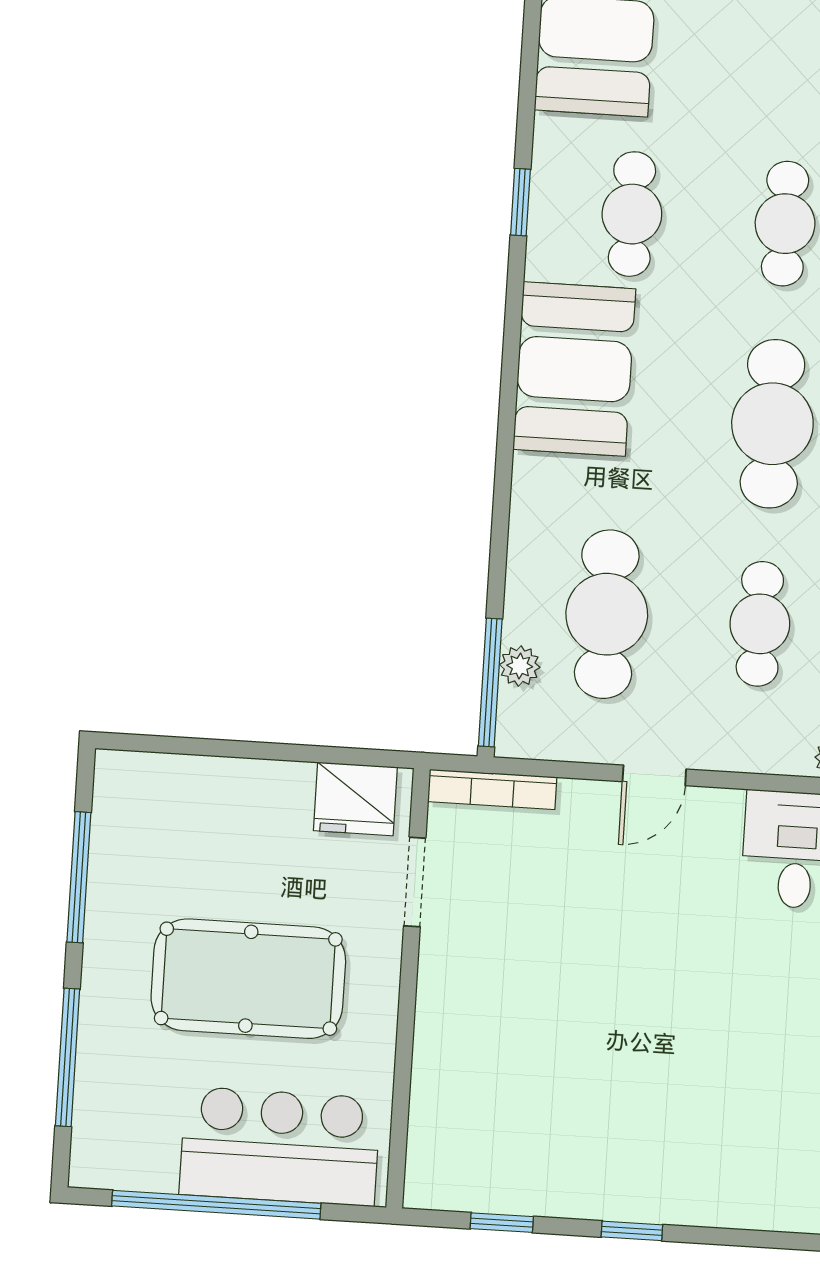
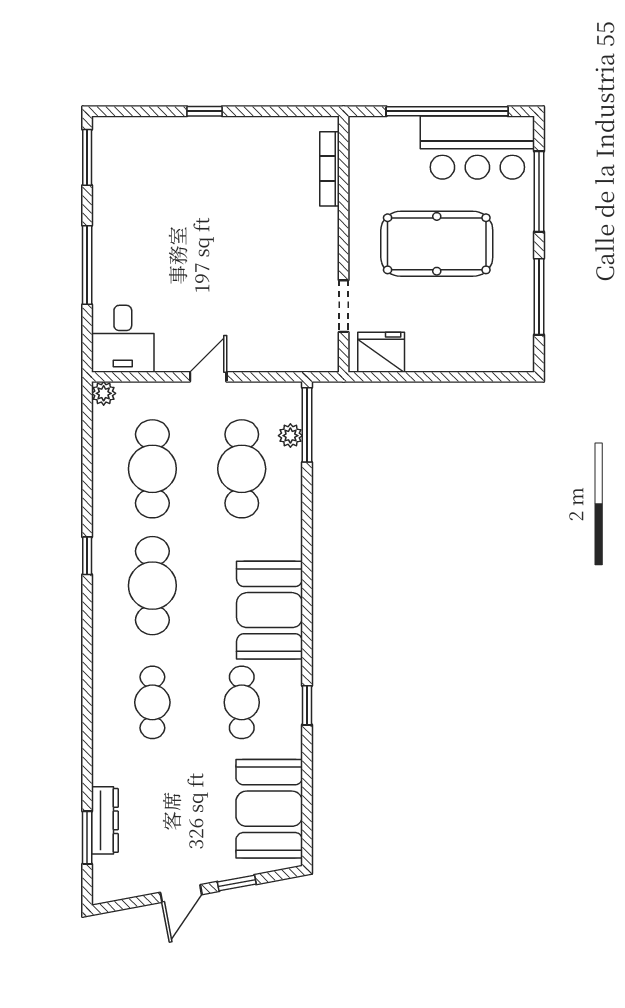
cafe table: (760, 624) -> (152, 469), width x1.37, depth x1.35
bookcase: (492, 789) -> (329, 169), moved, turned -90
bar counter: (280, 1146) -> (477, 148), moved
window: (502, 1223) -> (281, 111), removed

